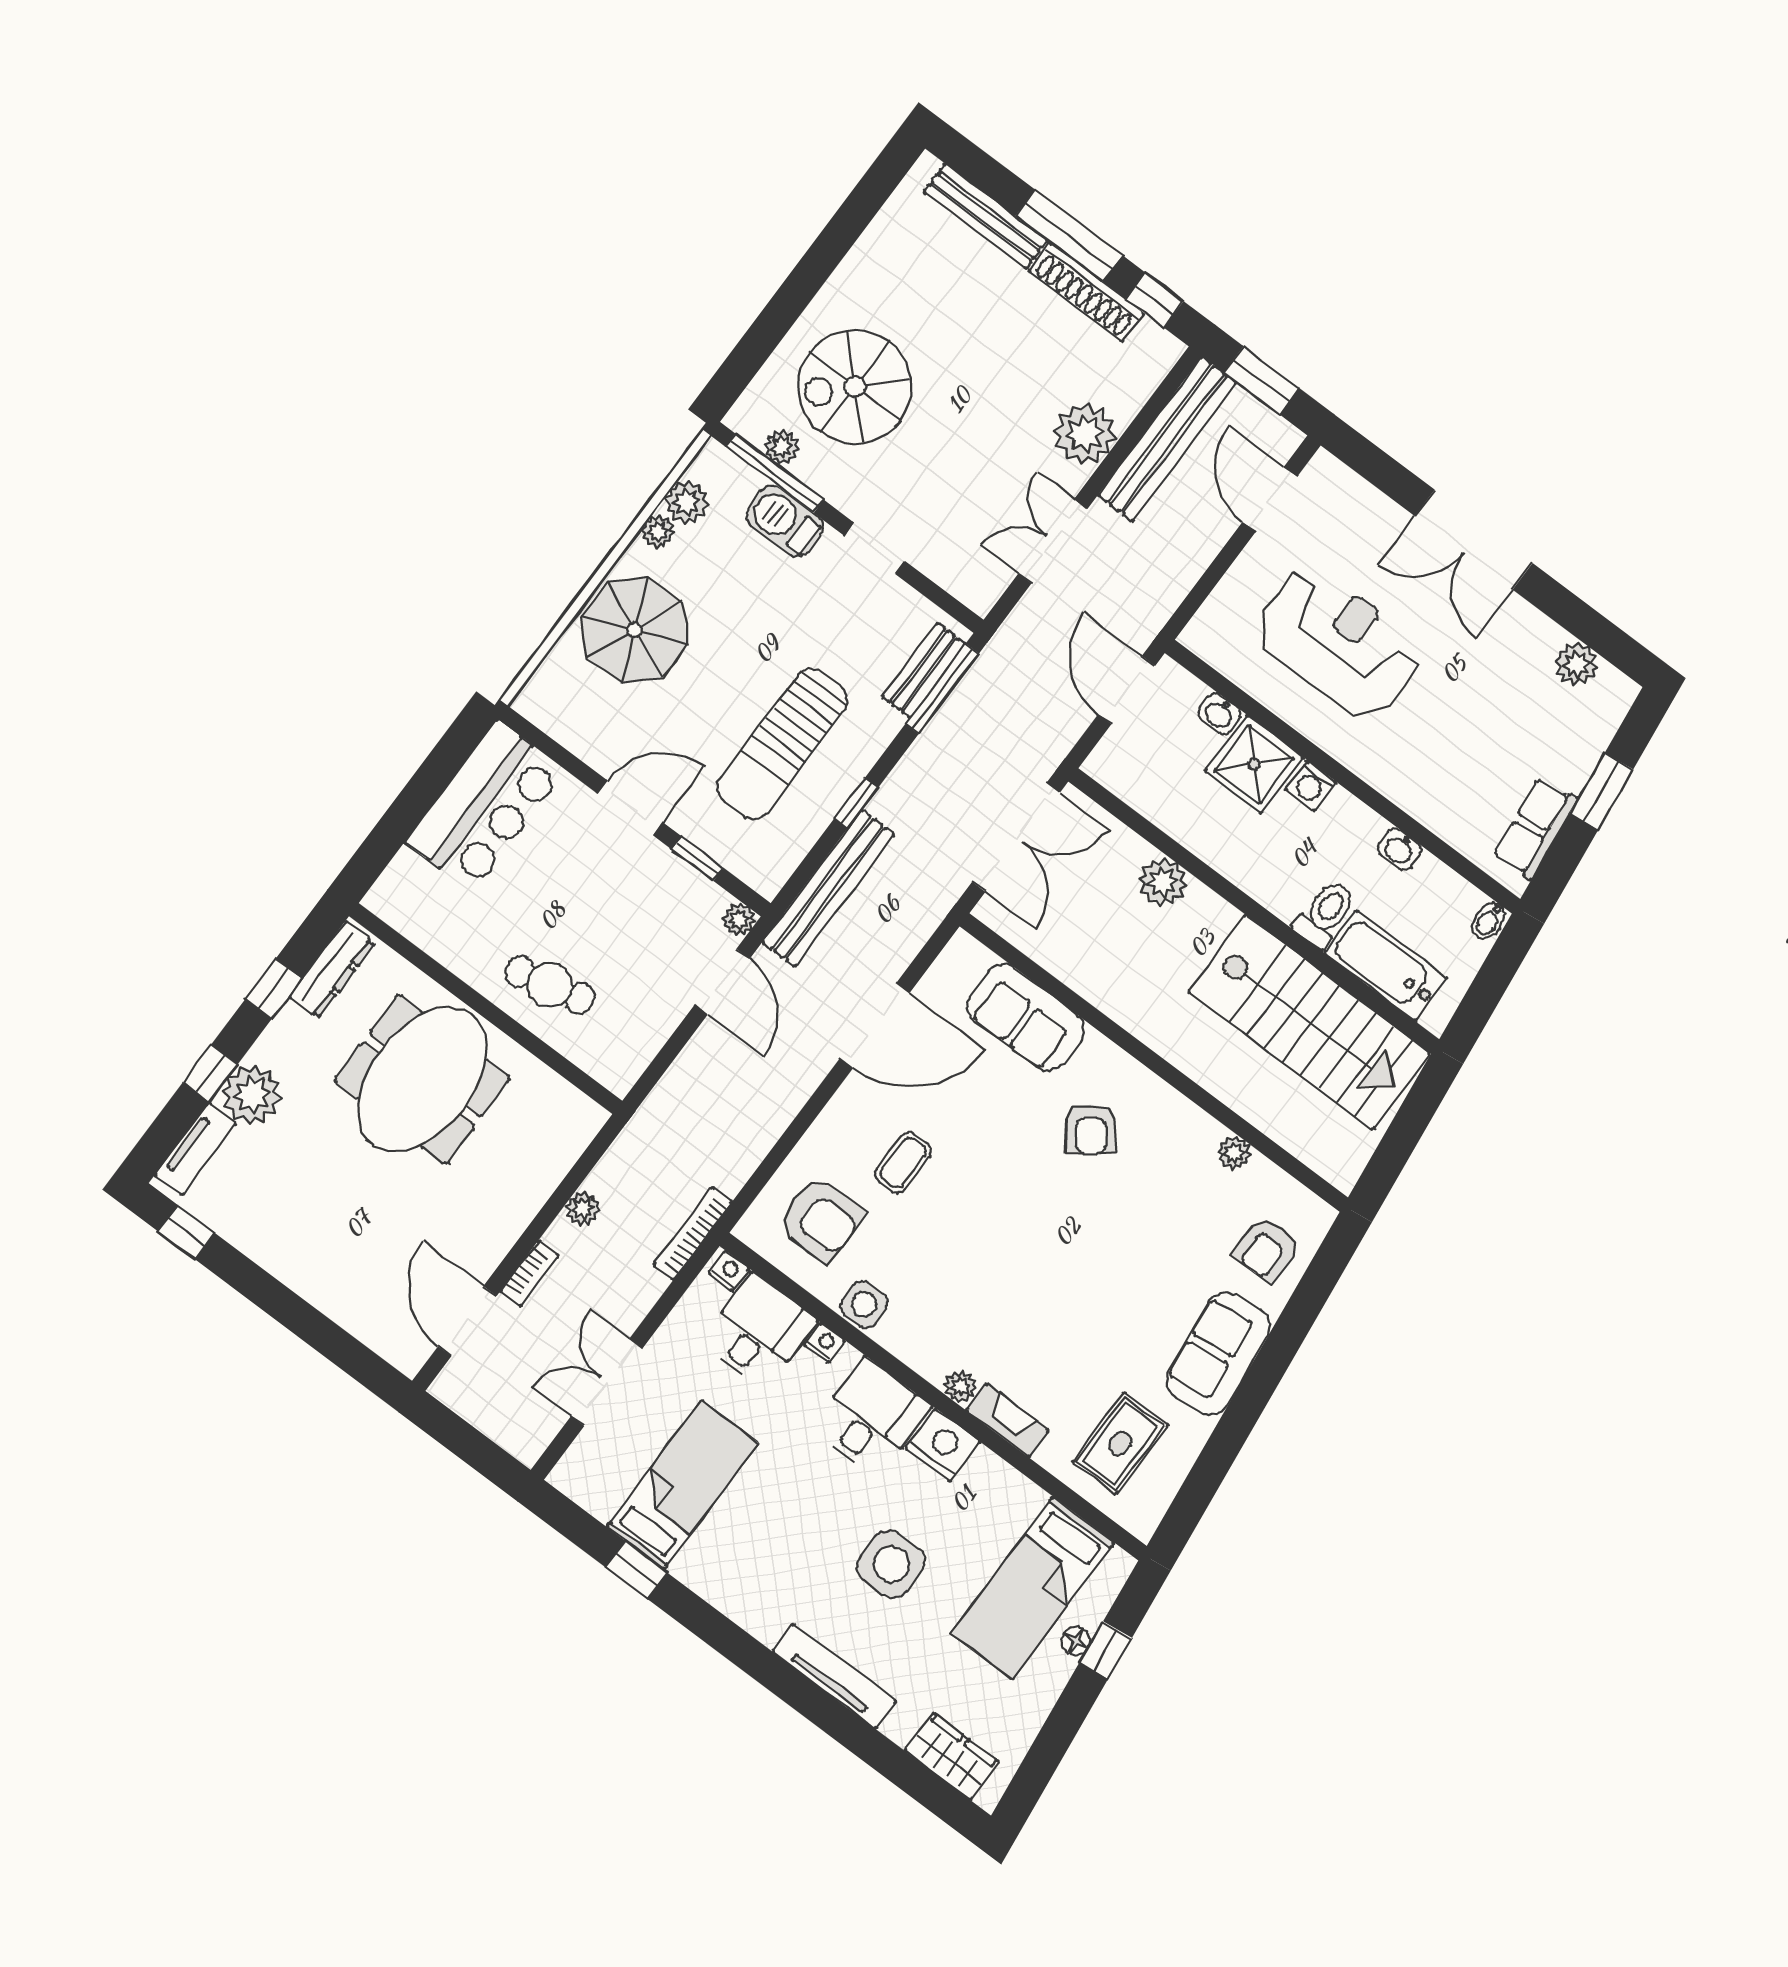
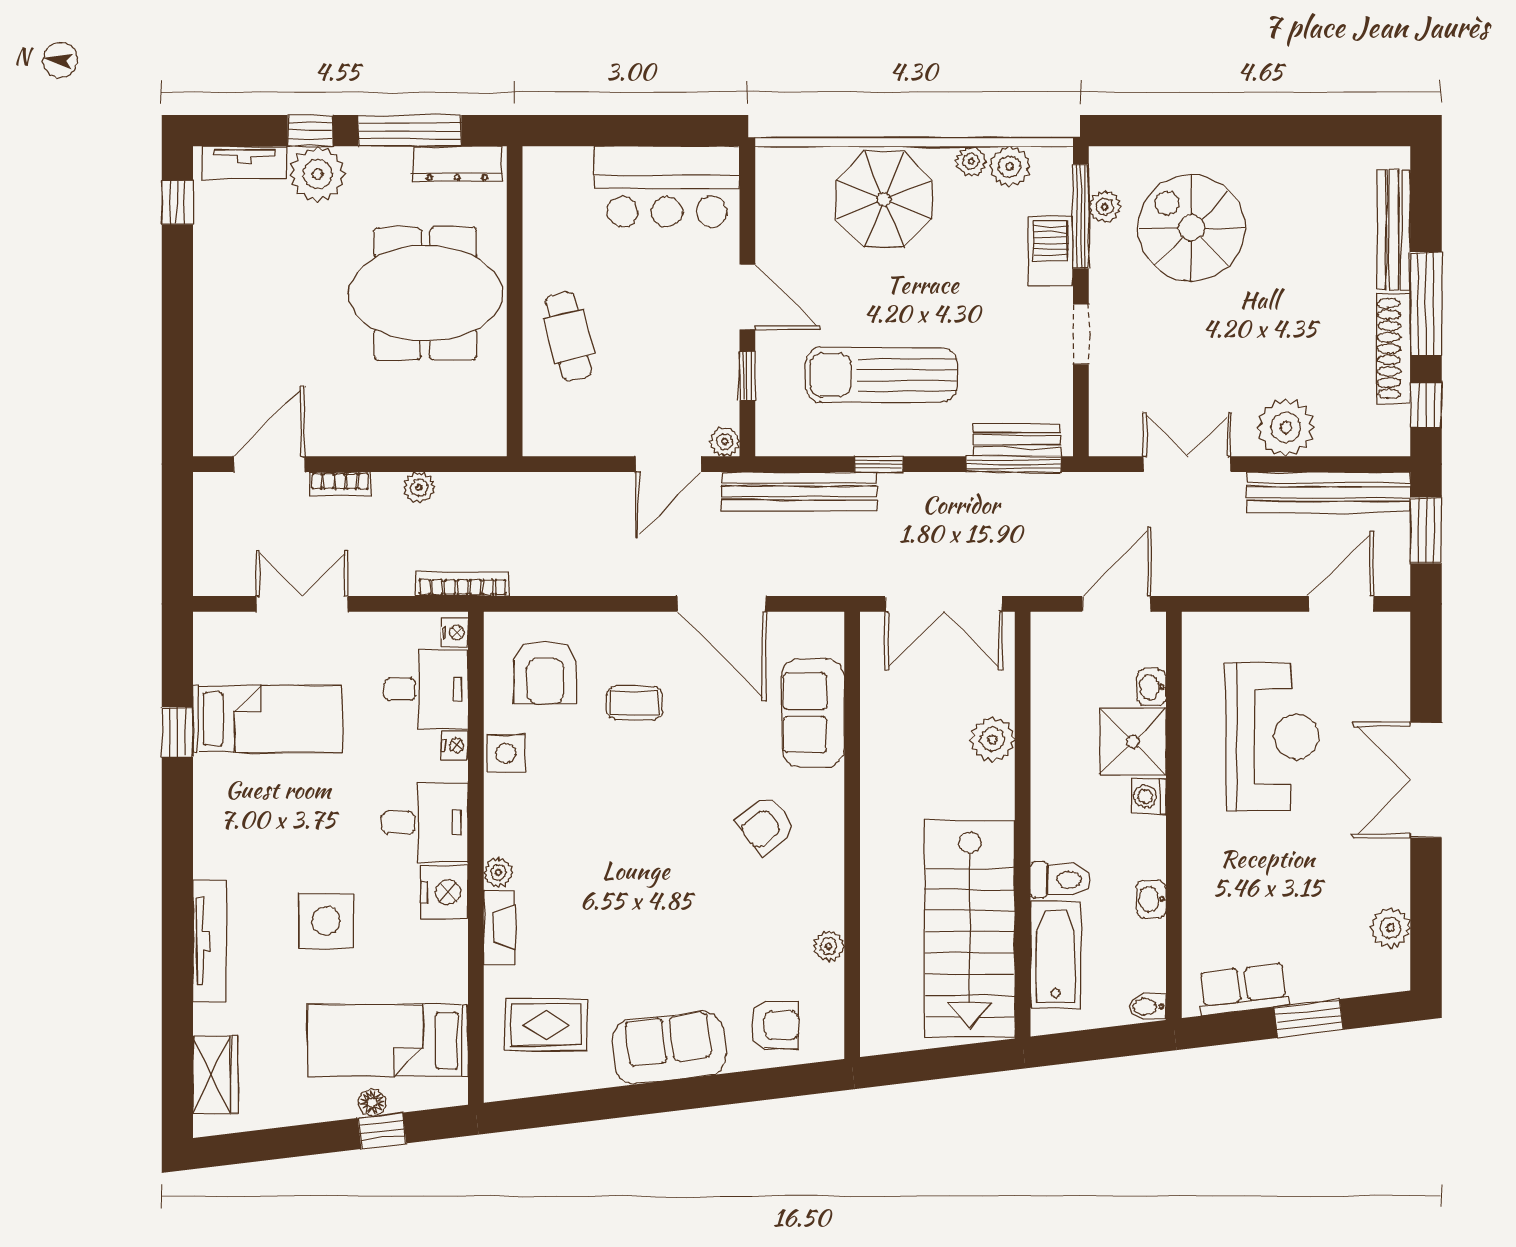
window: (274, 989) -> (410, 131), width x2.17
armchair: (1266, 1249) -> (775, 1025), turned 180

